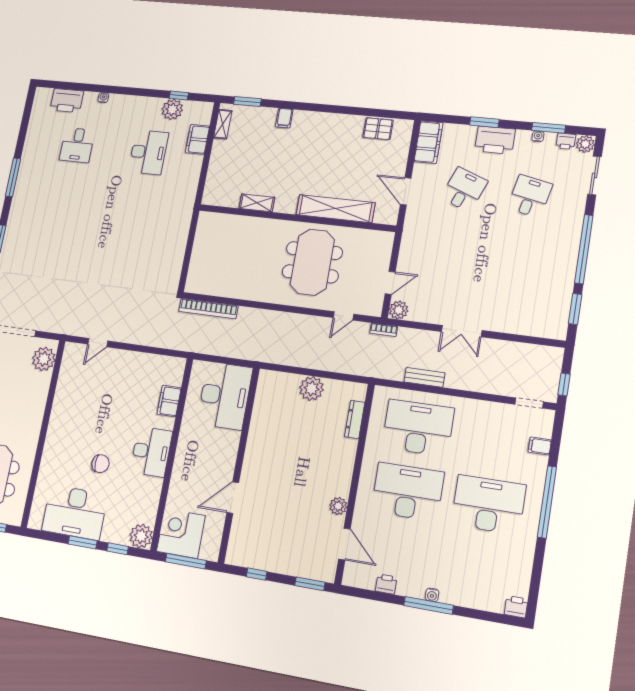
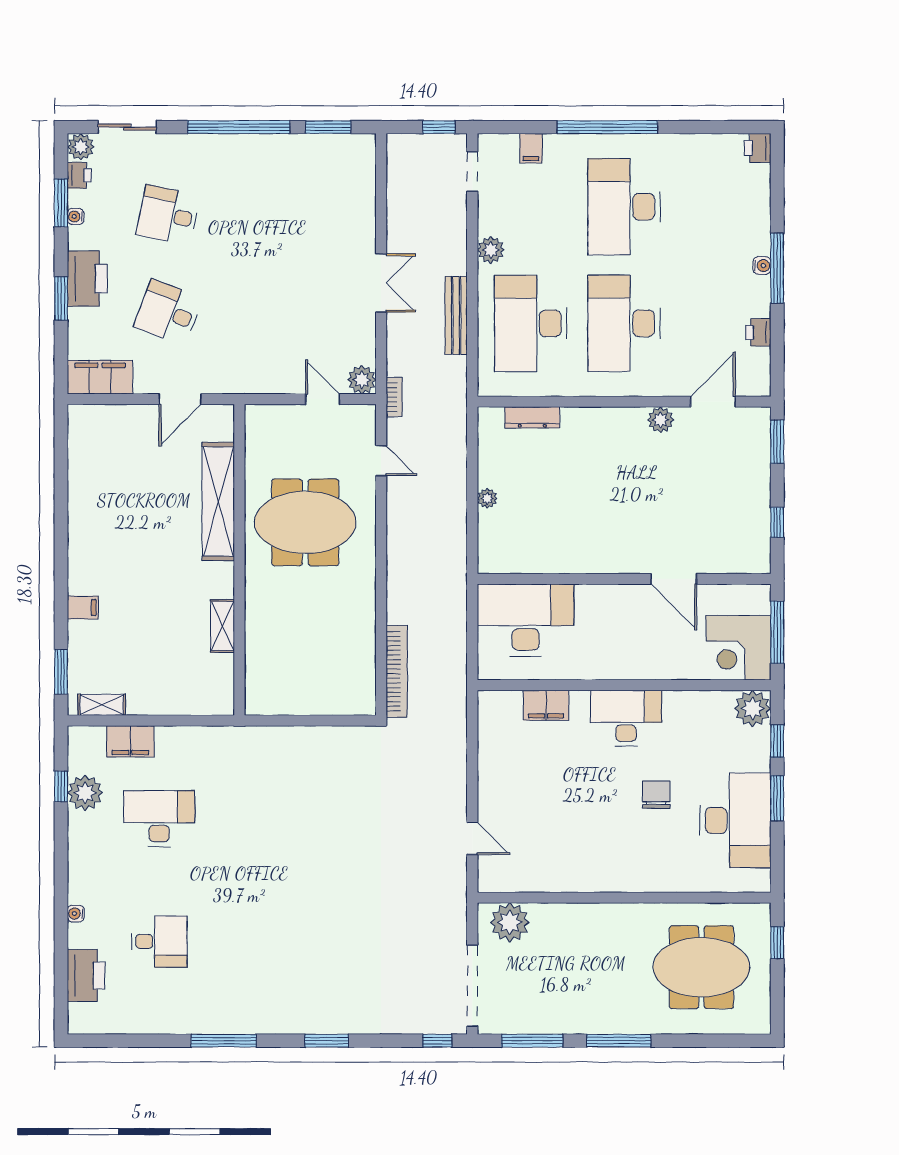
pallet: (378, 129) -> (86, 458), removed
bench: (424, 377) -> (456, 315), width x1.36
plant: (311, 388) -> (487, 498), width x0.53, depth x0.53
plant: (473, 408) -> (491, 250), added

